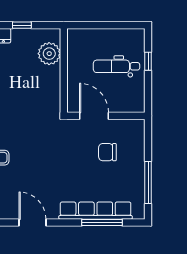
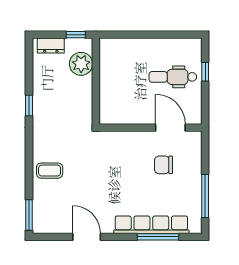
plant: (49, 54) -> (81, 64), moved
wall: (64, 70) -> (96, 81), moved
door: (94, 116) -> (170, 128), moved

